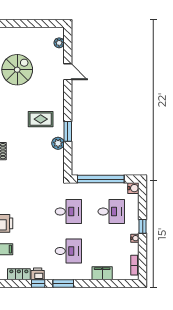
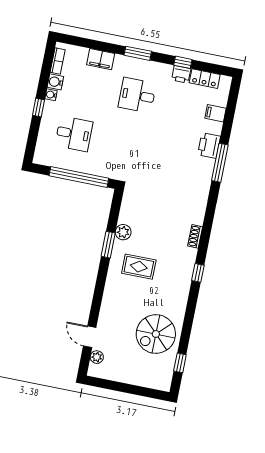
door: (68, 72) -> (90, 337), moved
water cooler: (133, 188) -> (55, 82), moved
desk: (68, 212) -> (127, 145), removed
desk: (111, 212) -> (74, 134), turned 180
window: (63, 284) -> (138, 53), moved

